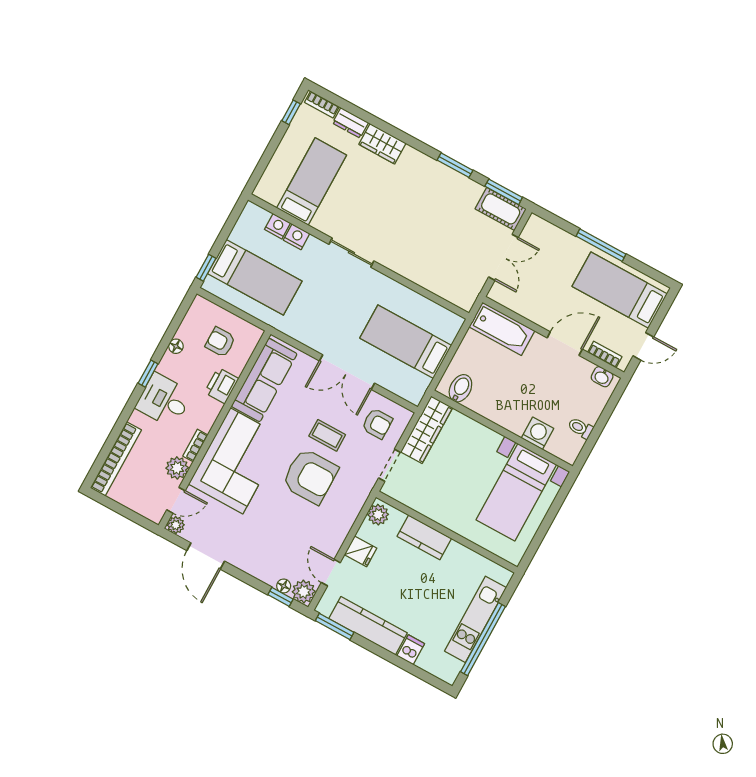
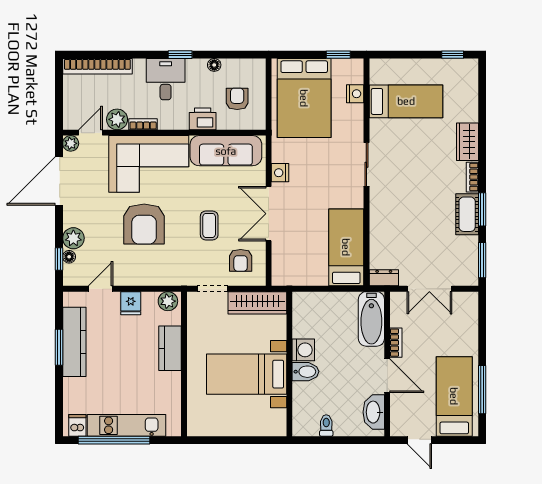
bookcase: (322, 104) -> (472, 177), moved
dresser: (350, 123) -> (384, 278), moved, turned 90
cot: (501, 209) -> (467, 214), moved
nightstand: (297, 237) -> (280, 173), moved, turned 180
window: (601, 245) -> (482, 390), moved
window: (206, 268) -> (338, 55), moved
bed: (255, 277) -> (304, 98), width x1.50
bed: (406, 342) -> (346, 247), moved
bookcase: (605, 355) -> (396, 343), moved
washbasin: (602, 377) -> (374, 412), width x1.91, depth x1.45
bidet: (460, 388) -> (305, 372), moved
washing machine: (538, 433) -> (303, 350), moved
armchair: (310, 476) -> (144, 224), moved
bed with nightstands: (516, 492) -> (247, 374), moved
door: (176, 500) -> (91, 133), swing flipped
door: (206, 556) -> (59, 181), width x1.36
plant: (304, 592) -> (73, 238), moved
window: (335, 627) -> (59, 347), moved
dishwasher: (411, 650) -> (77, 425), moved, turned -90

